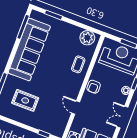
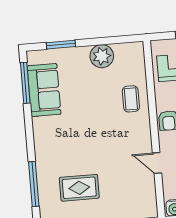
plant: (87, 38) -> (102, 56), moved
sofa: (29, 50) -> (44, 90), width x0.54, depth x0.79

